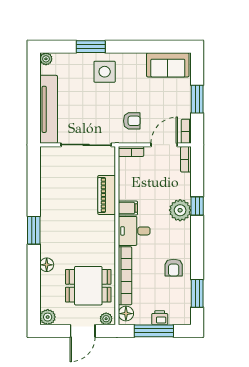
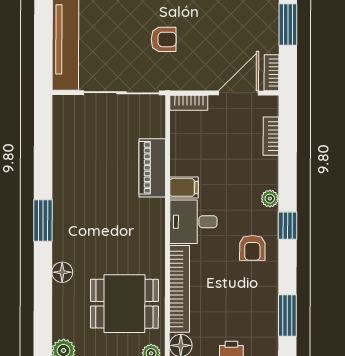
armchair: (132, 121) -> (164, 39), moved
bookcase: (186, 159) -> (271, 136), moved
window: (197, 206) -> (288, 226), moved
plant: (180, 210) -> (270, 199), width x0.53, depth x0.53
armchair: (174, 268) -> (252, 248), moved

